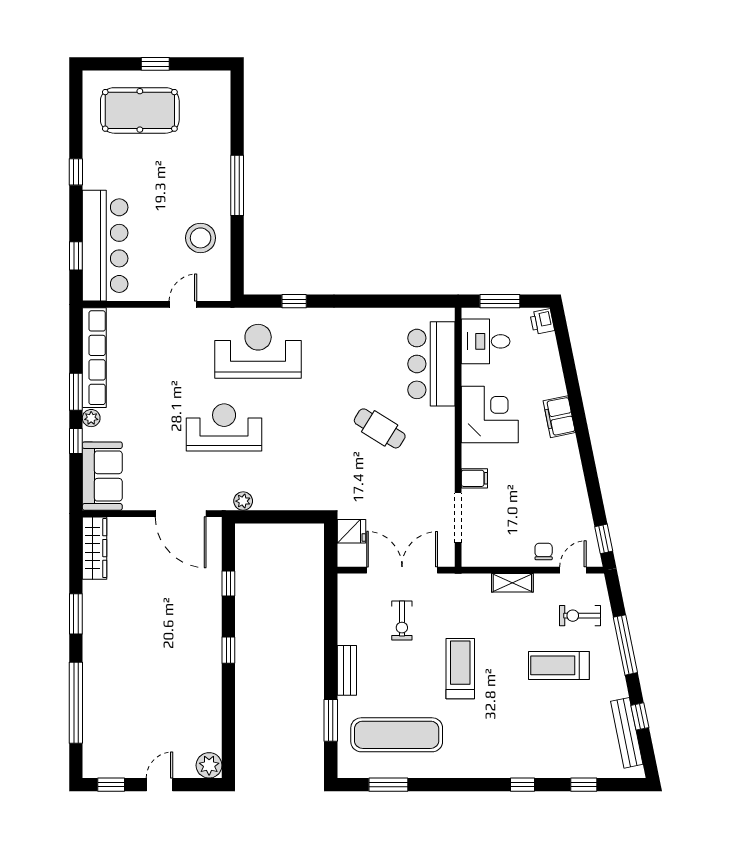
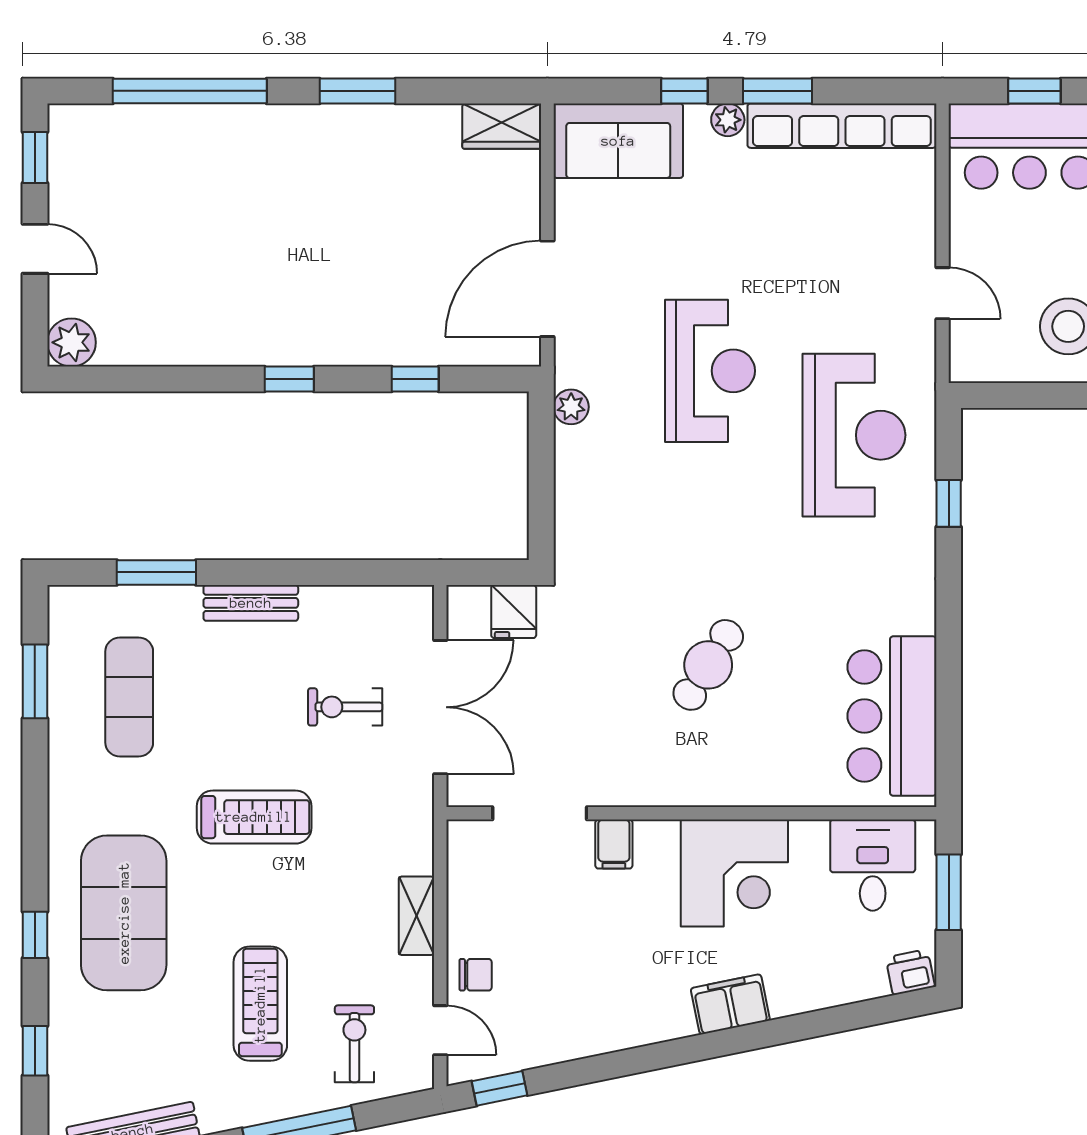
bar counter: (431, 364) -> (892, 716), moved, turned -90
wardrobe: (95, 548) -> (502, 126), width x0.67
exercise mat: (397, 735) -> (129, 697), width x0.73, depth x0.69
exercise mat: (511, 738) -> (124, 913), added

